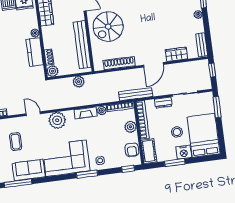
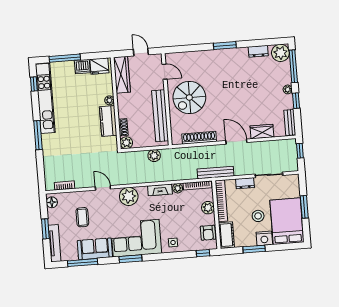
window: (206, 24) -> (296, 101), added
door: (153, 65) -> (236, 142), swing flipped
window: (217, 107) -> (304, 207), moved
window: (87, 174) -> (130, 259), moved

